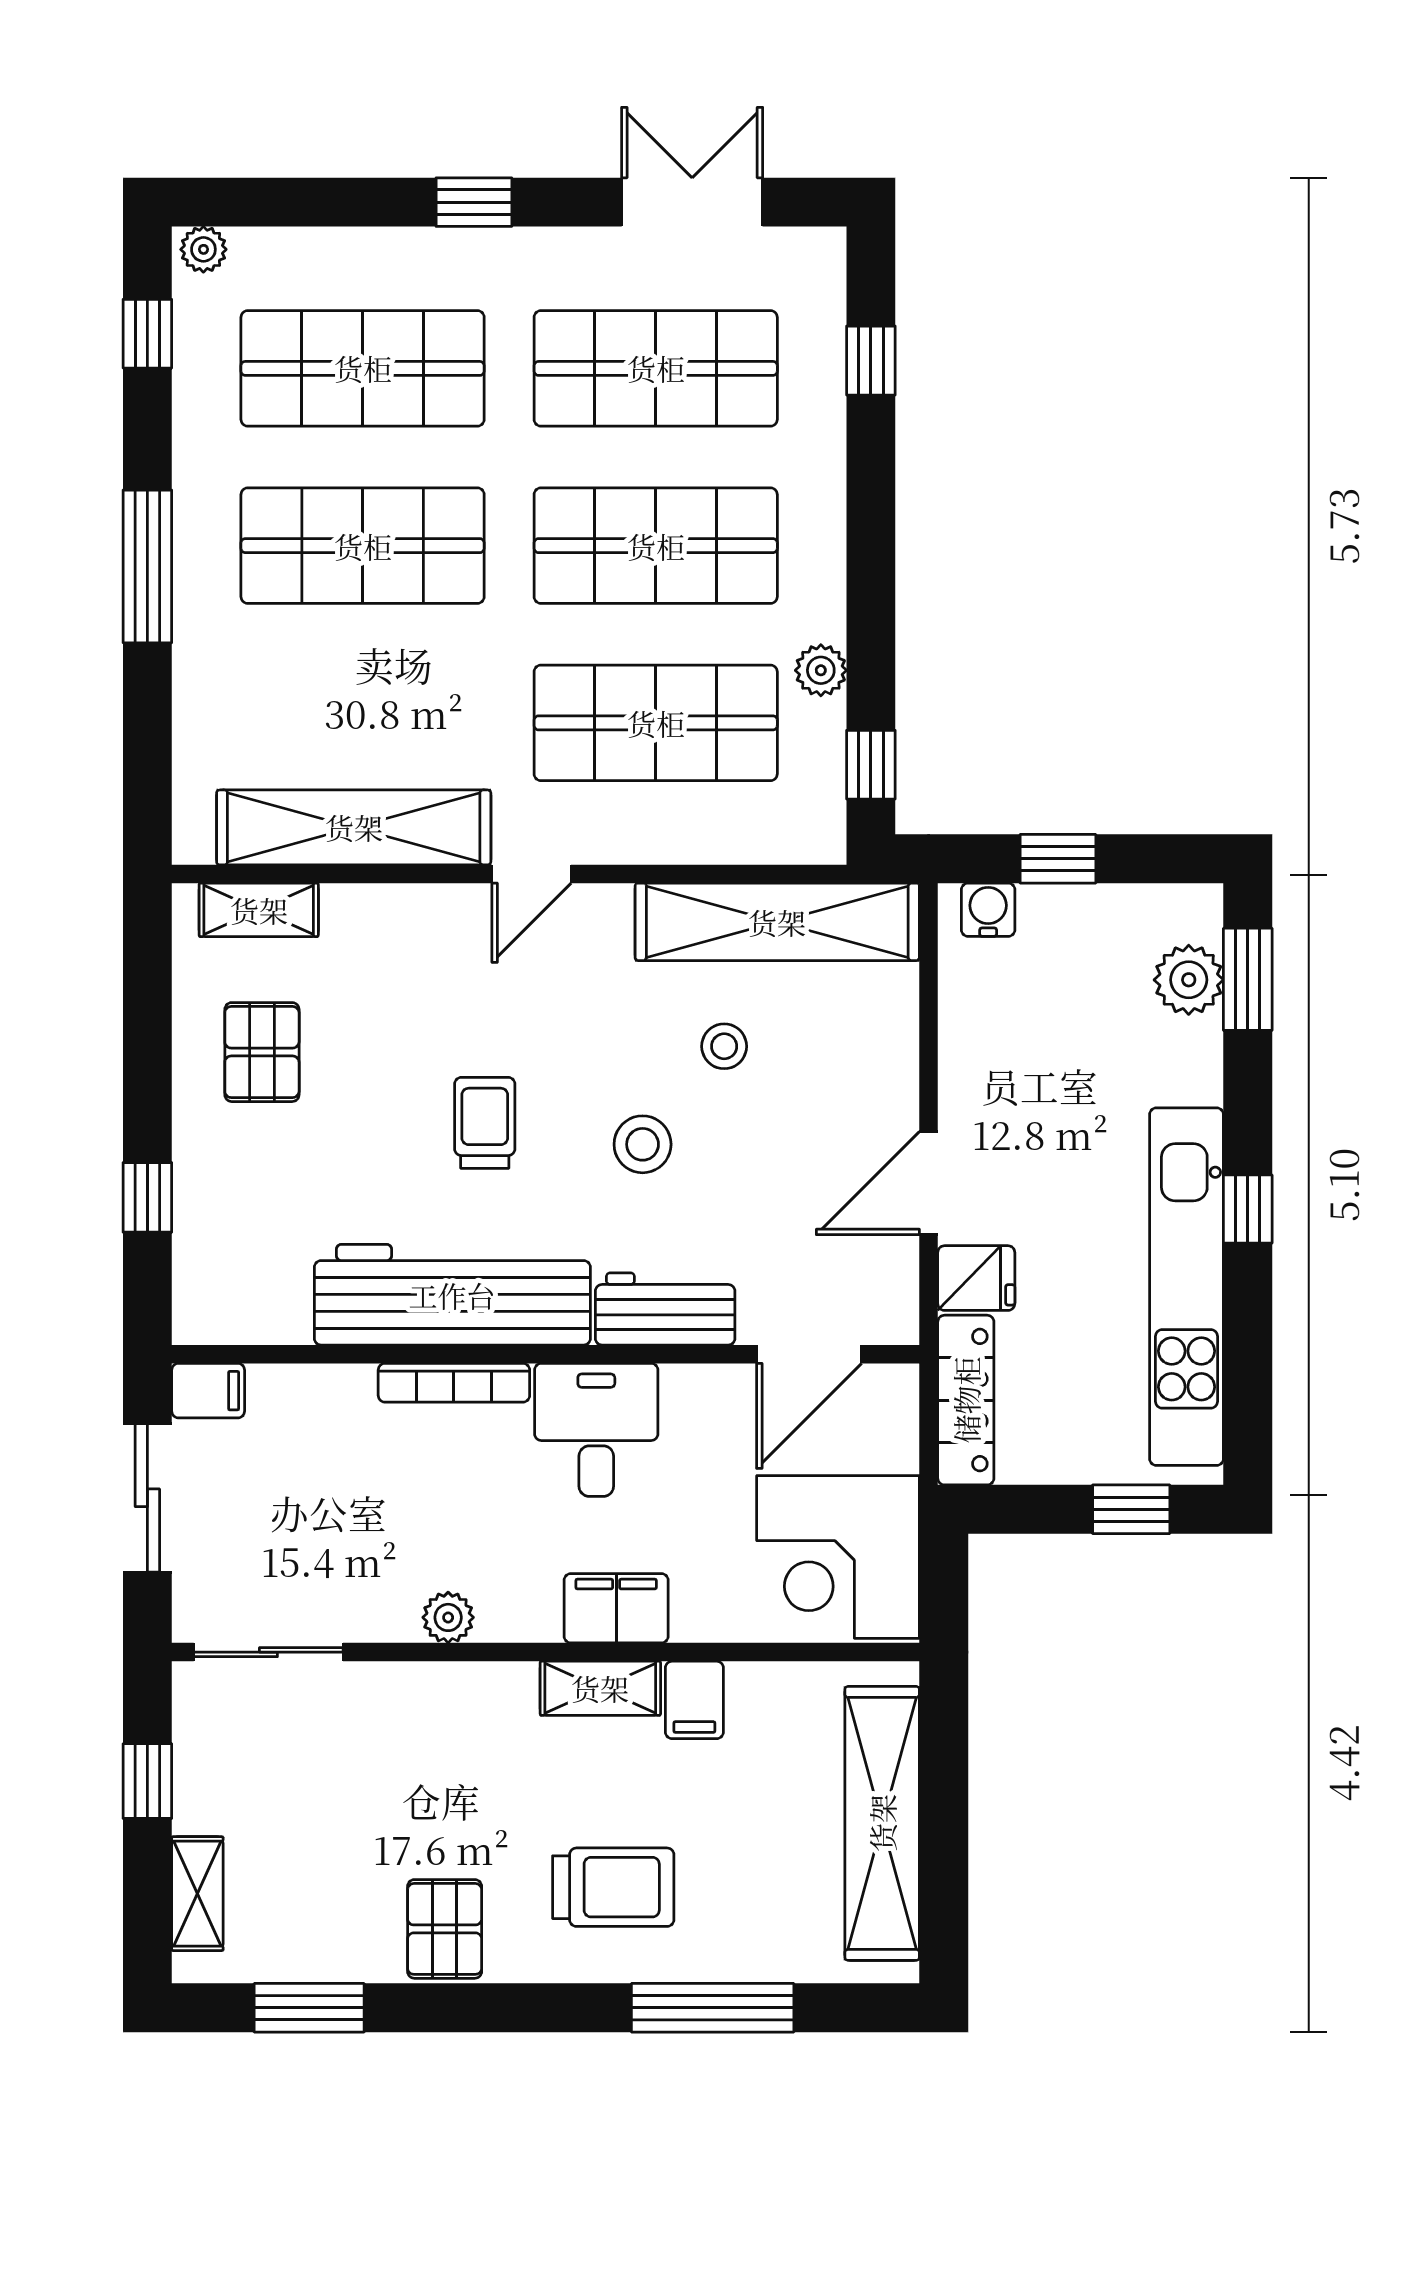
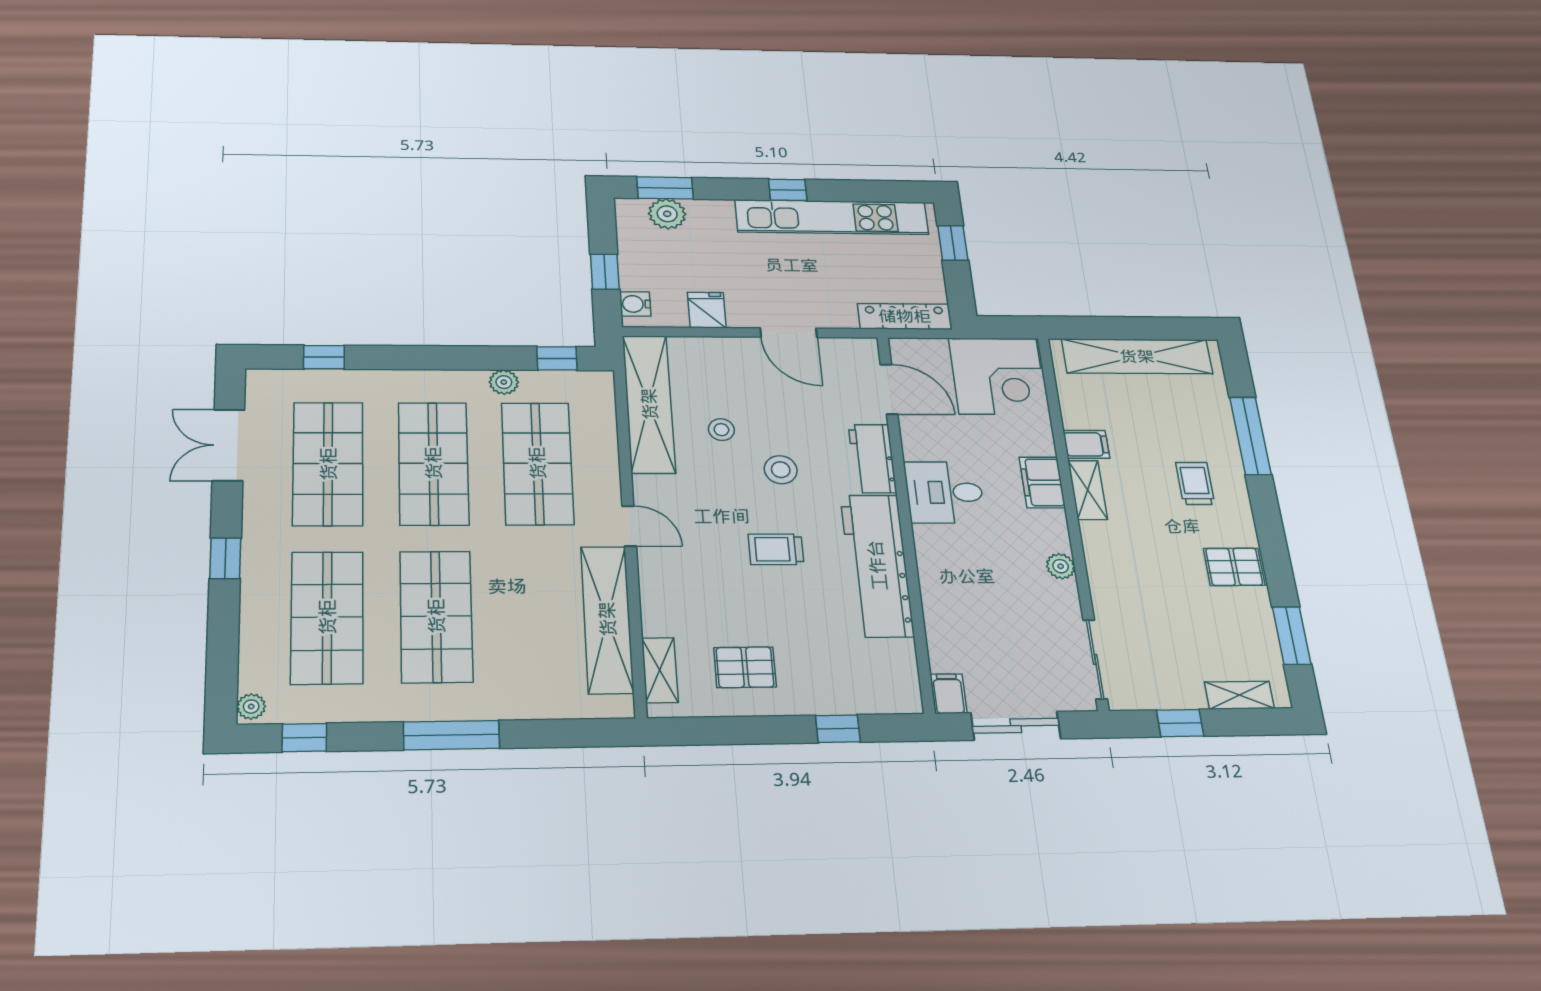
fridge: (976, 1278) -> (707, 310), moved
bookcase: (454, 1383) -> (927, 564), removed
trolley: (613, 1887) -> (1195, 483), width x0.73, depth x0.72

